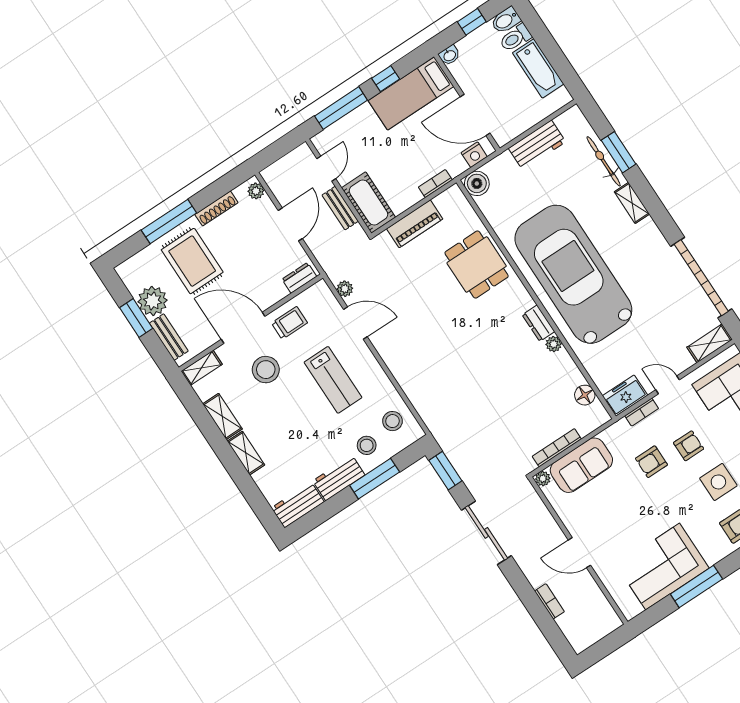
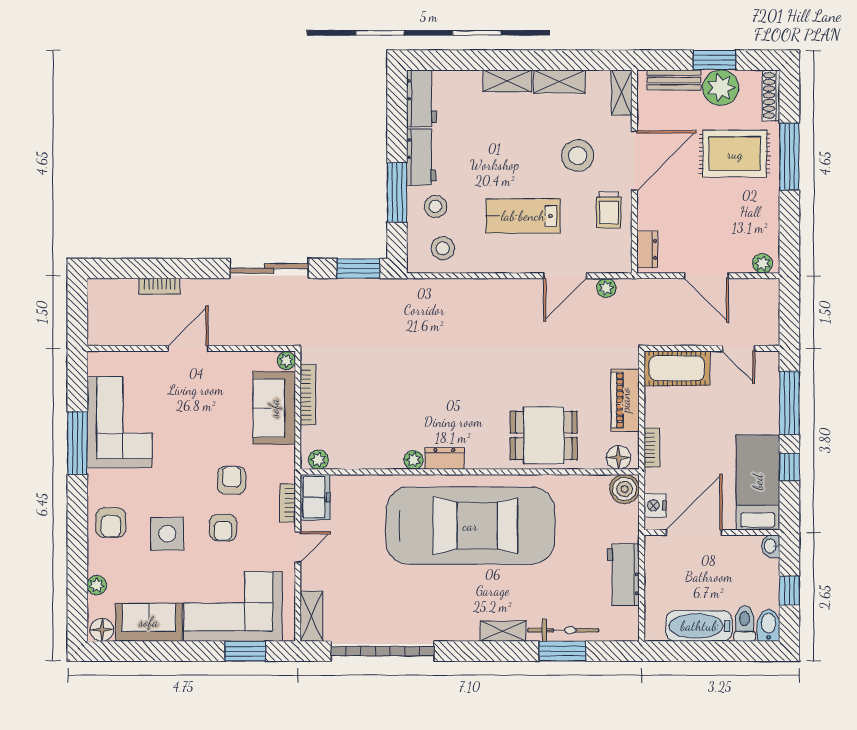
shoe rack: (216, 208) -> (771, 95), moved
bench: (340, 208) -> (690, 336), removed
floor lamp: (585, 395) -> (619, 457), moved
plant: (597, 411) -> (318, 460), added

